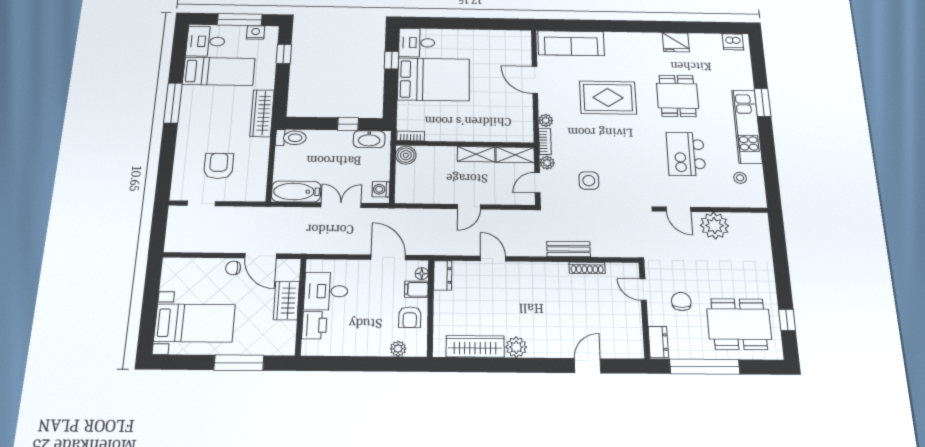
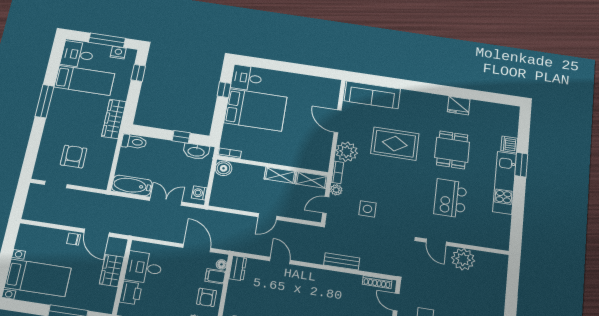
dishwasher: (733, 42) -> (509, 144), moved, turned 90
plant: (546, 120) -> (347, 152), width x1.88, depth x1.88
stool: (740, 178) -> (491, 224), removed
shoe rack: (587, 268) -> (377, 282), moved

